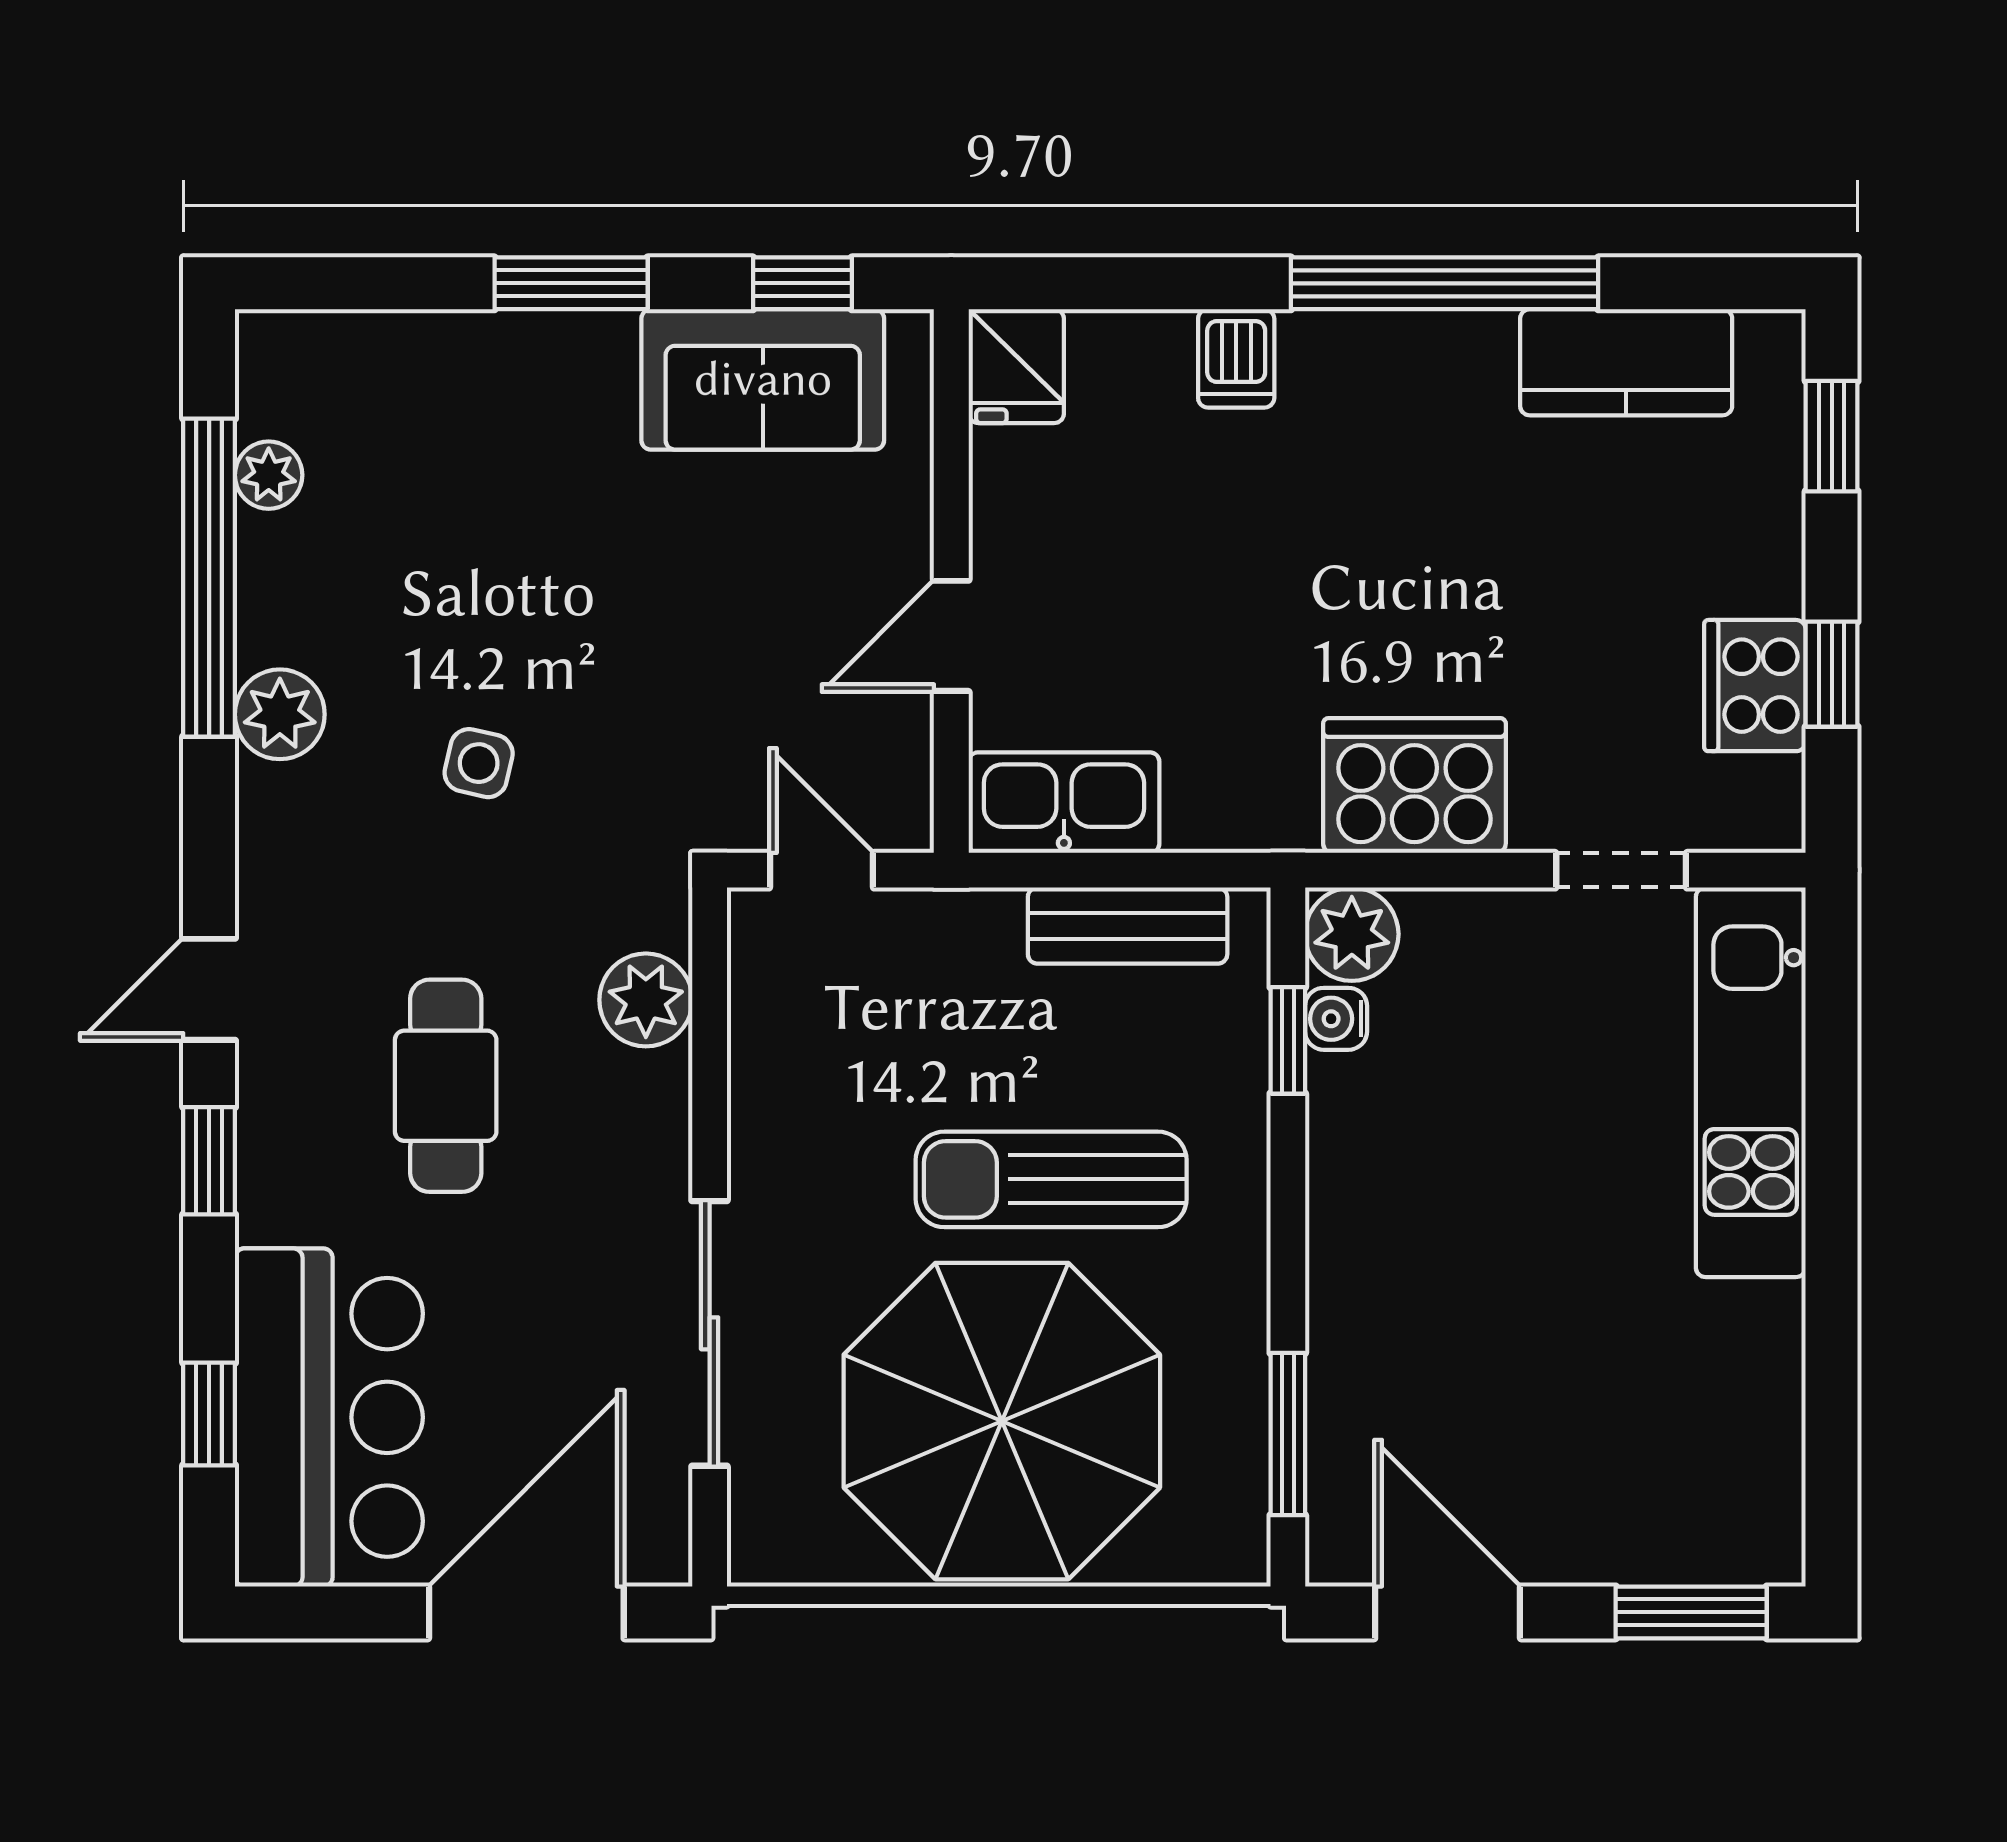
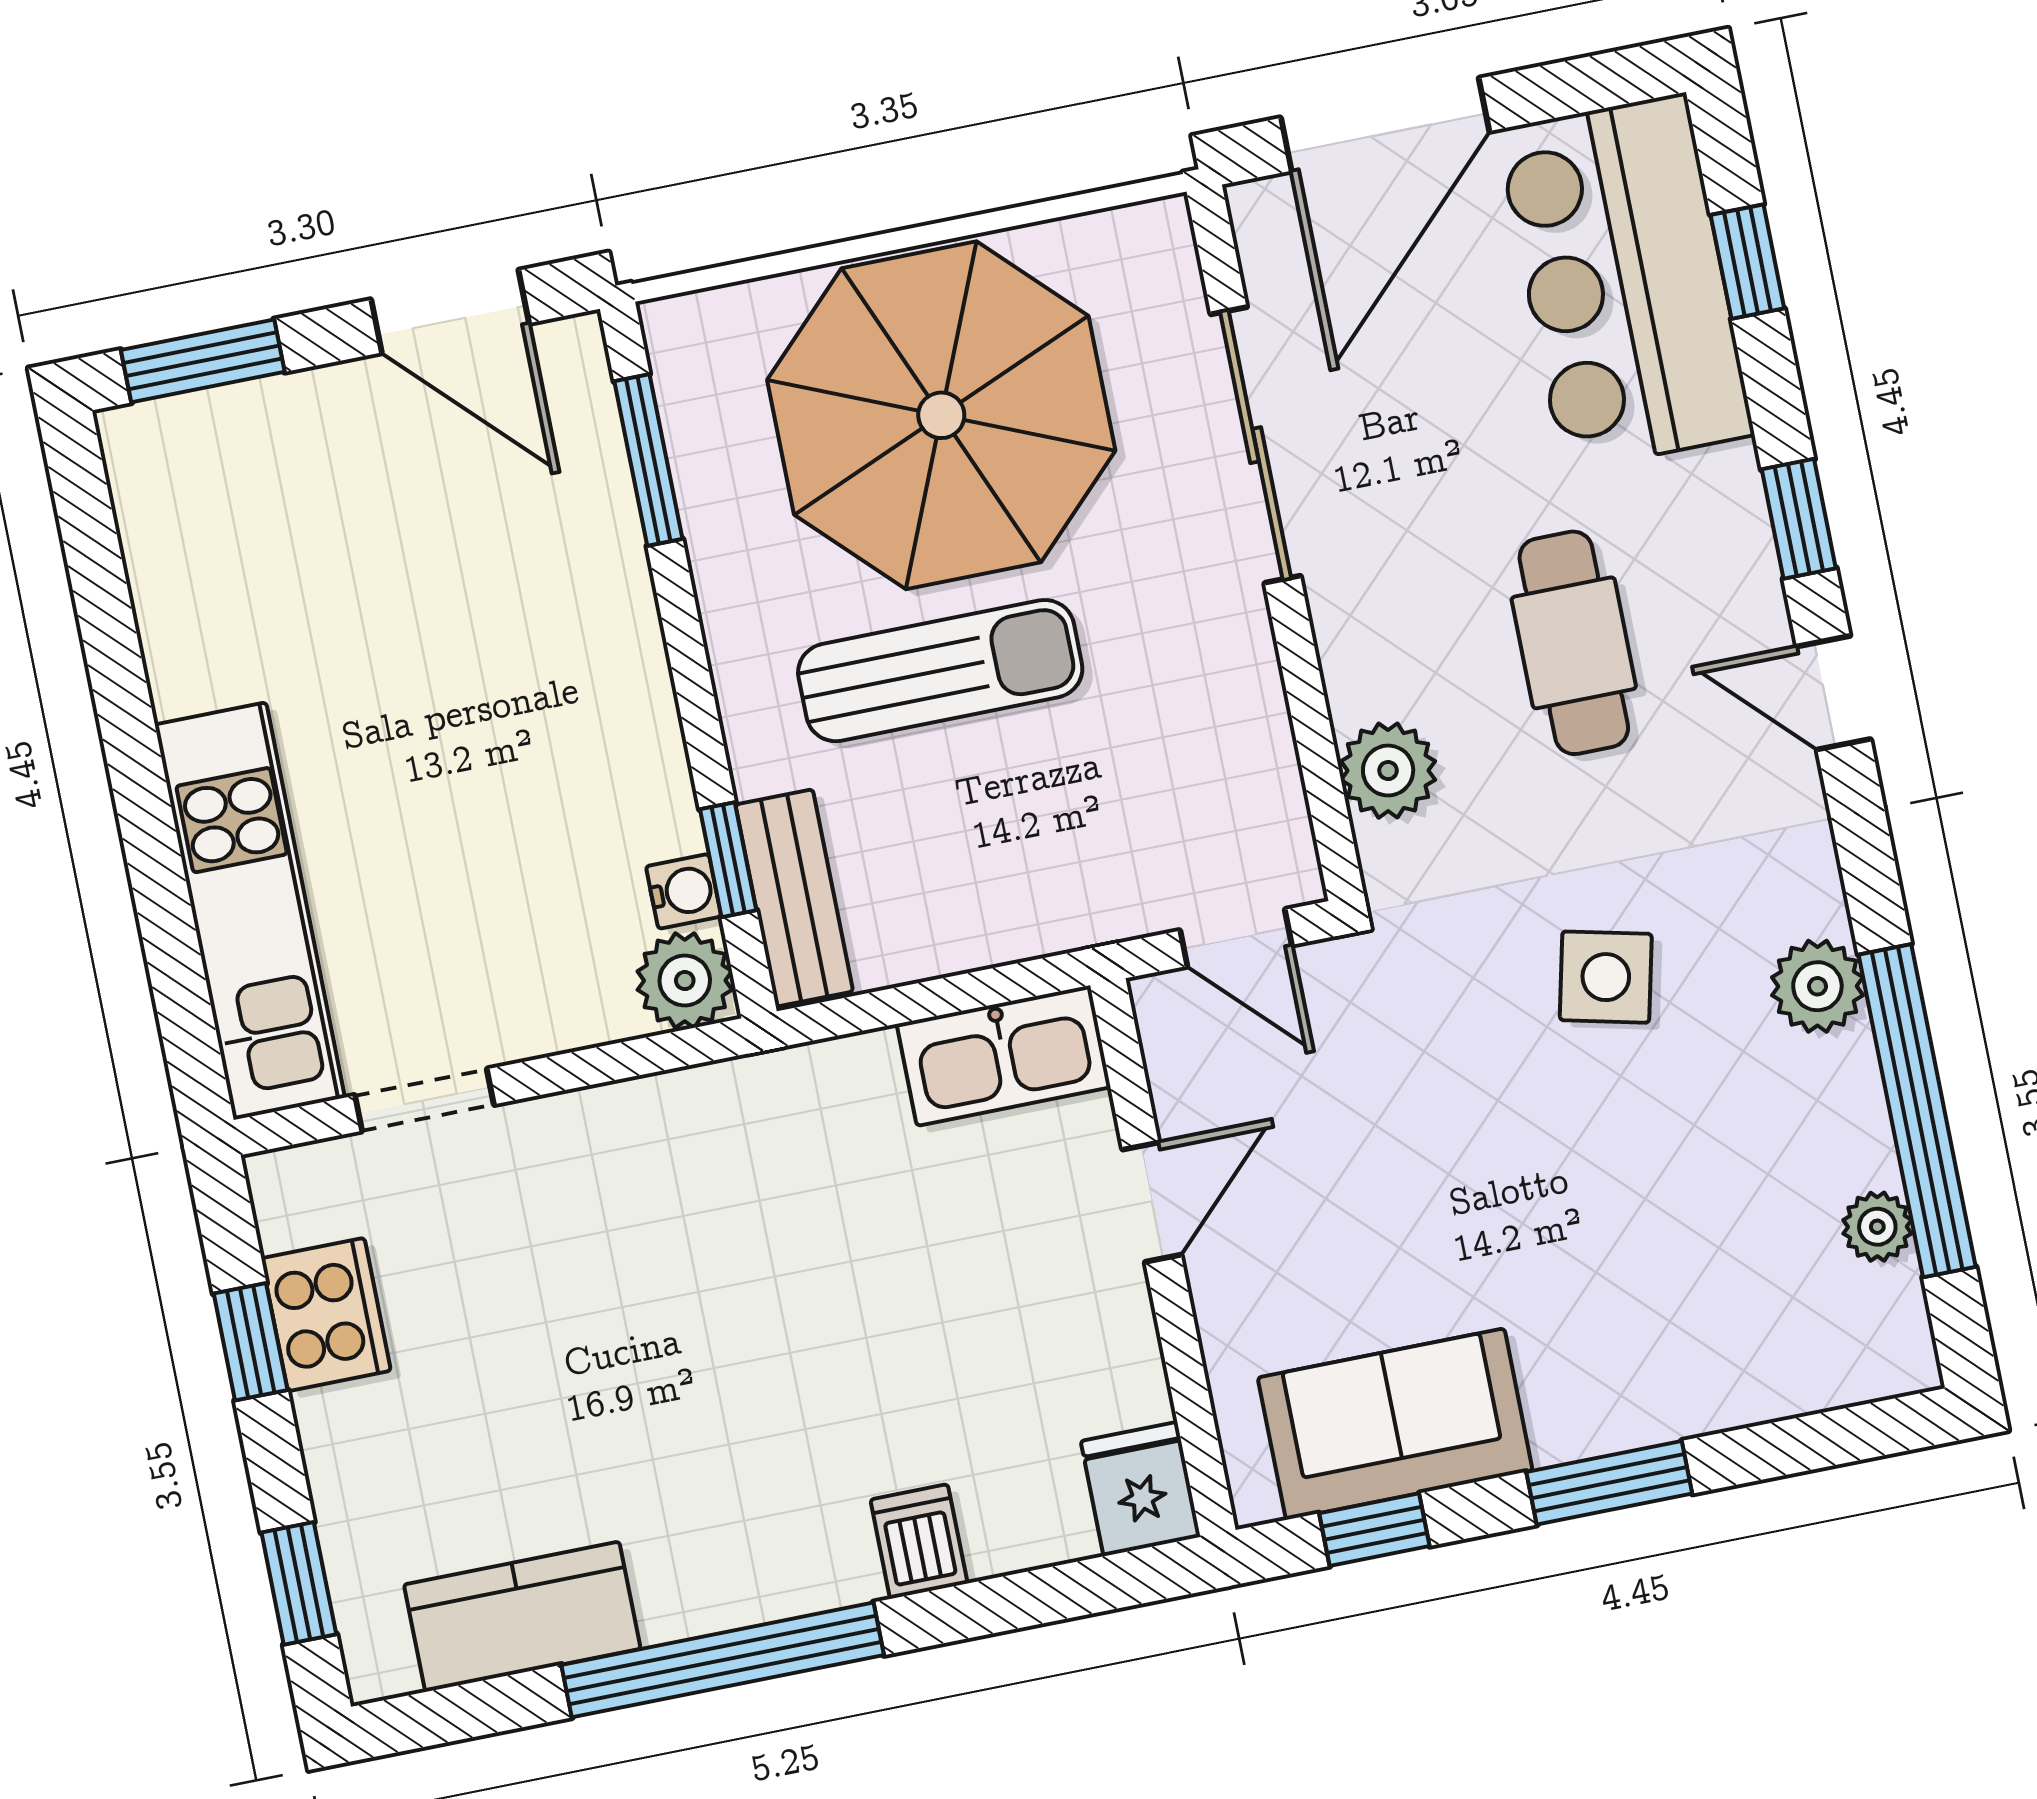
side table: (479, 763) -> (1606, 977), width x1.37, depth x1.37
cooker: (1414, 786) -> (651, 1144), removed
bench: (1128, 926) -> (794, 898), moved, turned 90
door: (209, 989) -> (1834, 693), swing flipped

